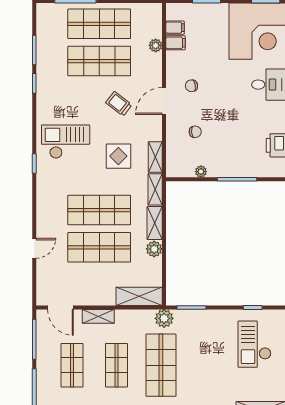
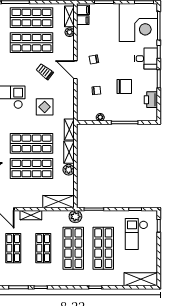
filing cabinet: (175, 43) -> (83, 10), moved
door: (164, 101) -> (75, 70), hinge flipped
chair: (236, 126) -> (124, 87), added
shelving: (155, 157) -> (69, 16), moved
shop shelf: (205, 365) -> (103, 248), added

